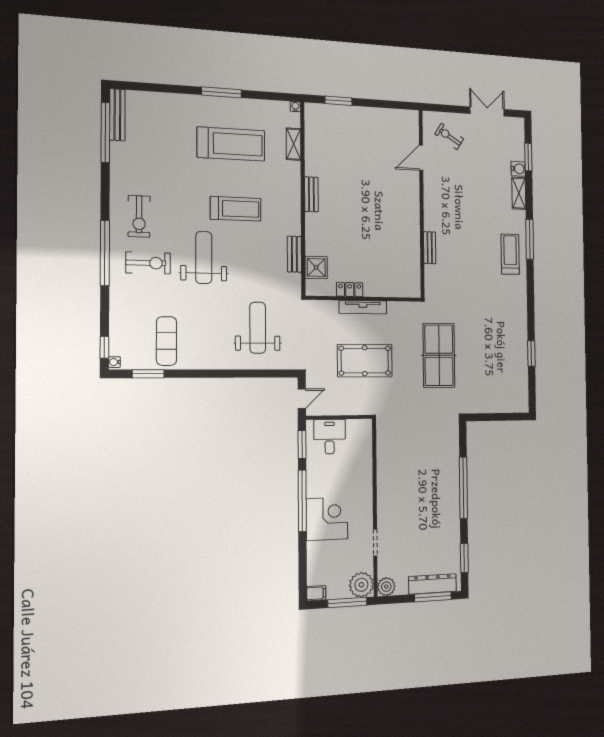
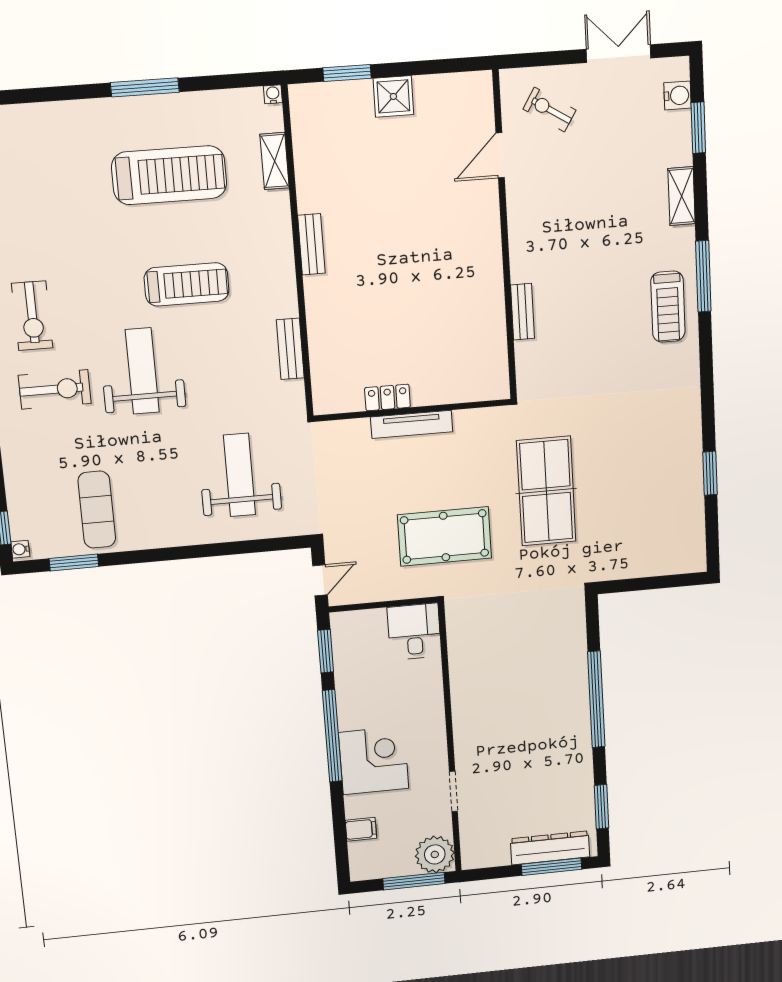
water cooler: (518, 169) -> (678, 95), moved
treadmill: (510, 254) -> (668, 307), turned 180
shower: (316, 267) -> (393, 96), moved
pool table: (365, 361) -> (445, 536), moved
desk: (330, 437) -> (414, 632), moved
plant: (386, 587) -> (475, 855), removed
filing cabinet: (316, 593) -> (361, 829), moved

